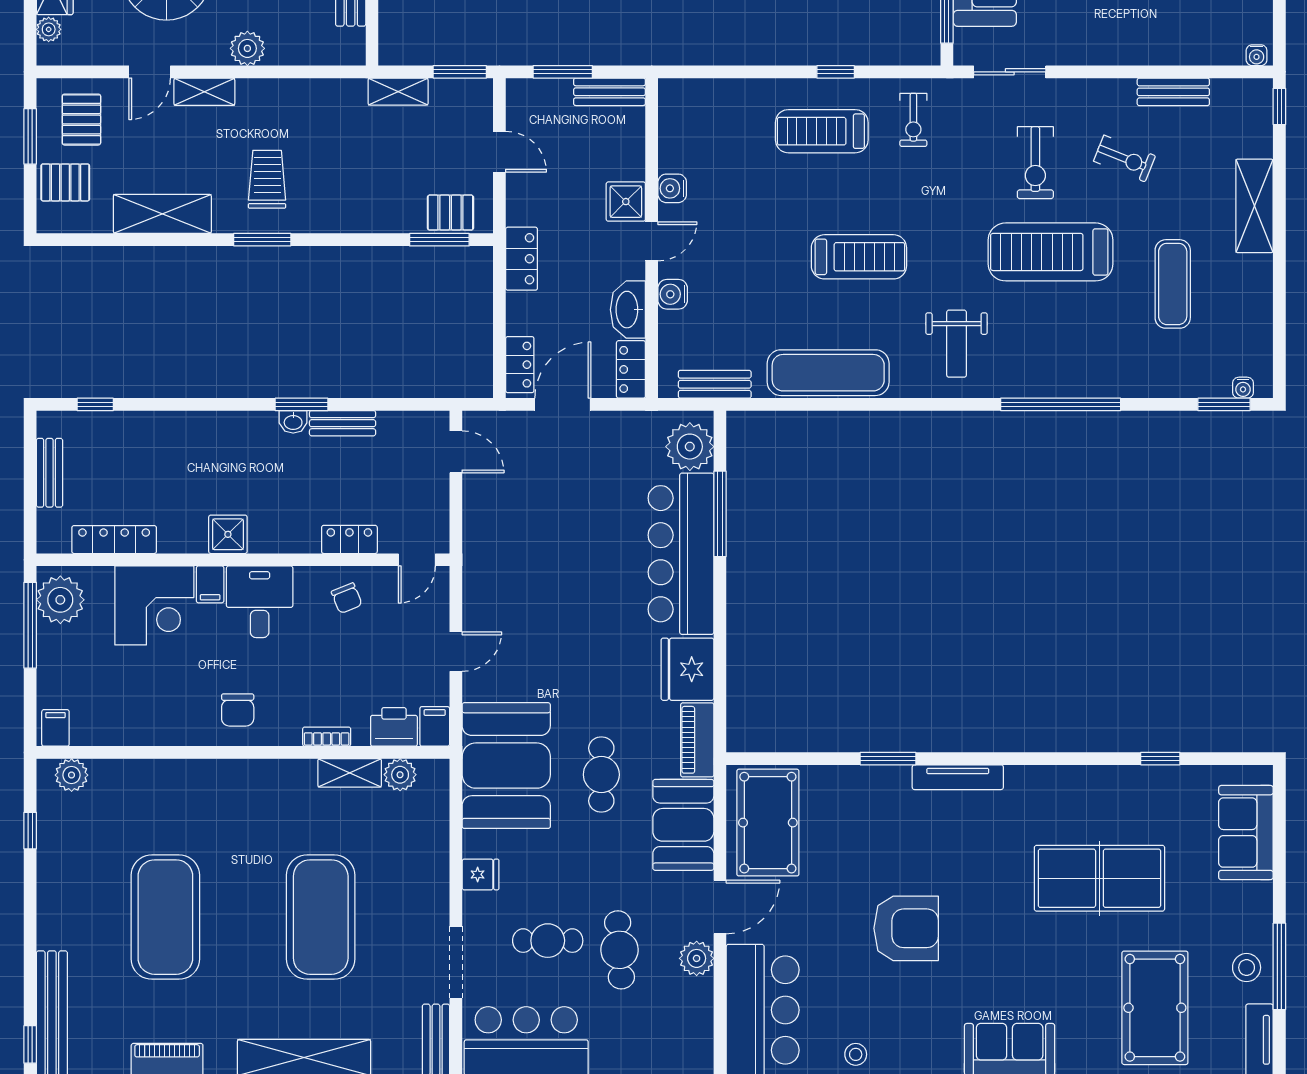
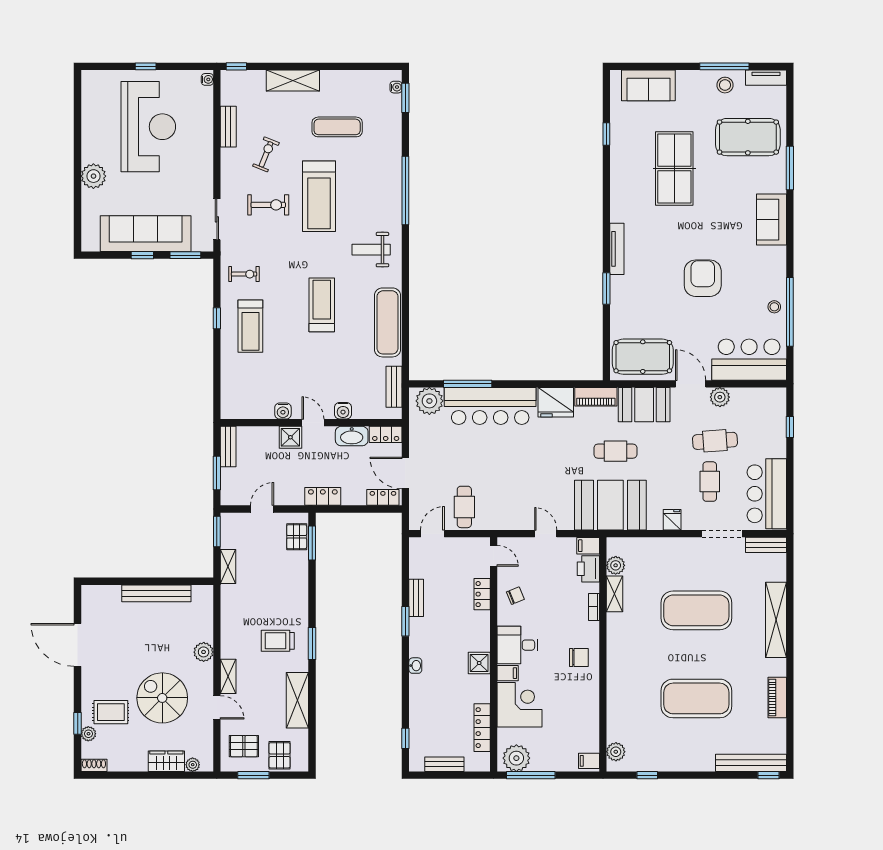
weight bench: (957, 344) -> (371, 250), turned 180
washbasin: (293, 422) -> (415, 666), moved
cafe table: (503, 508) -> (464, 507), added

